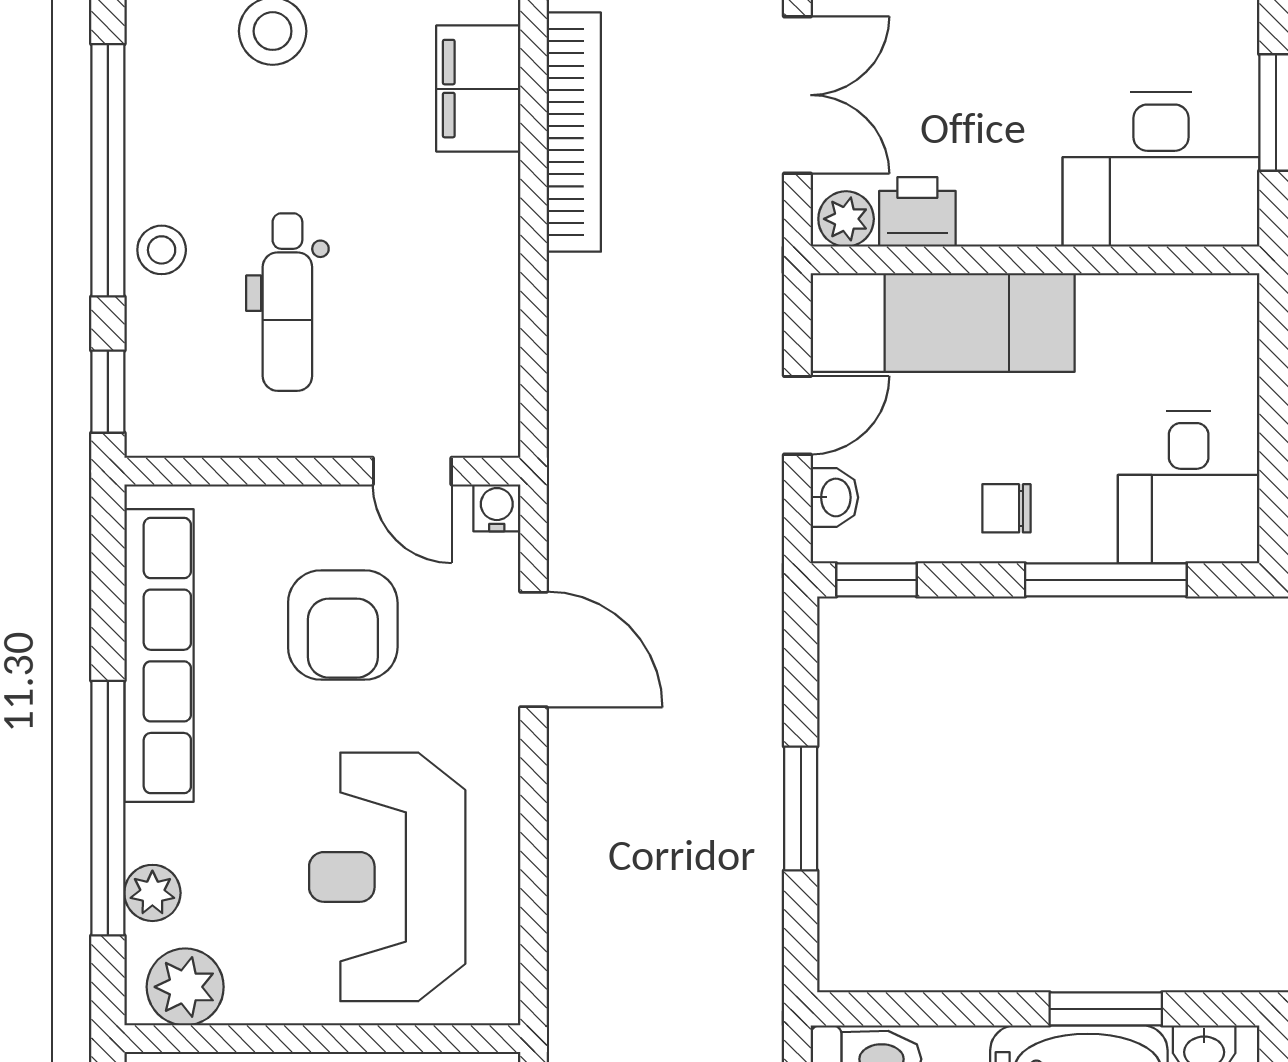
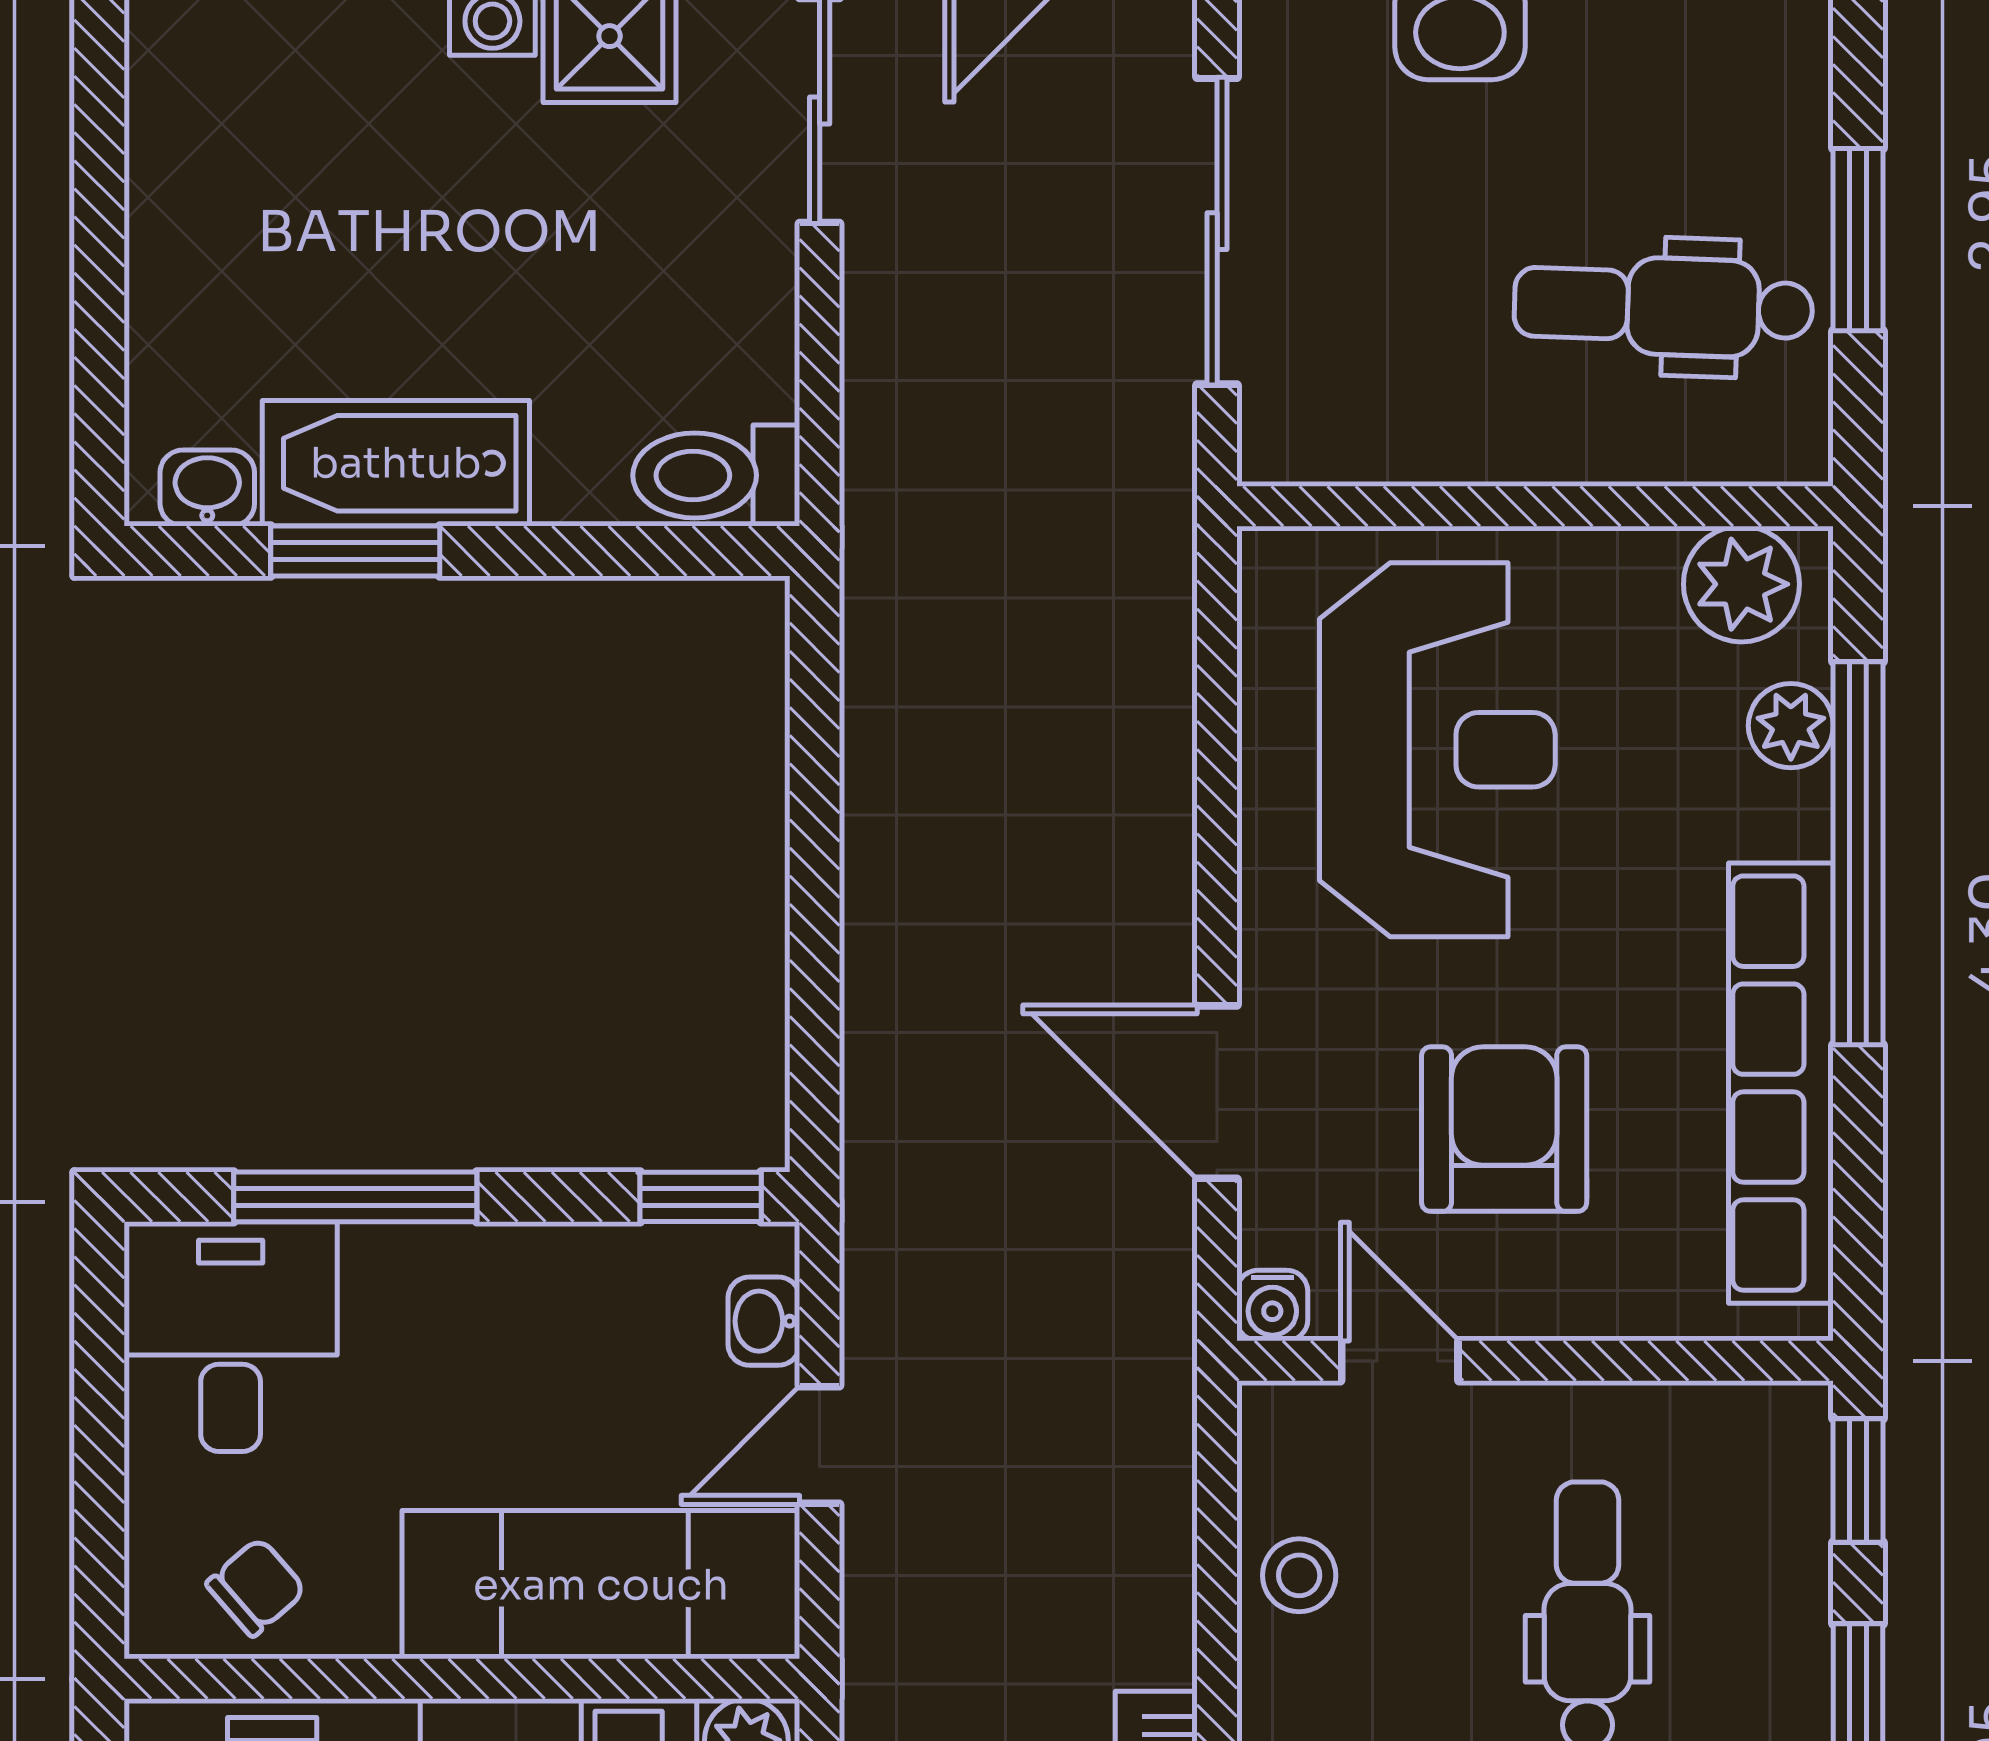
stool: (162, 250) -> (1299, 1575), moved
chair: (1006, 508) -> (256, 1587), moved, turned -41
window: (801, 809) -> (815, 853), removed

